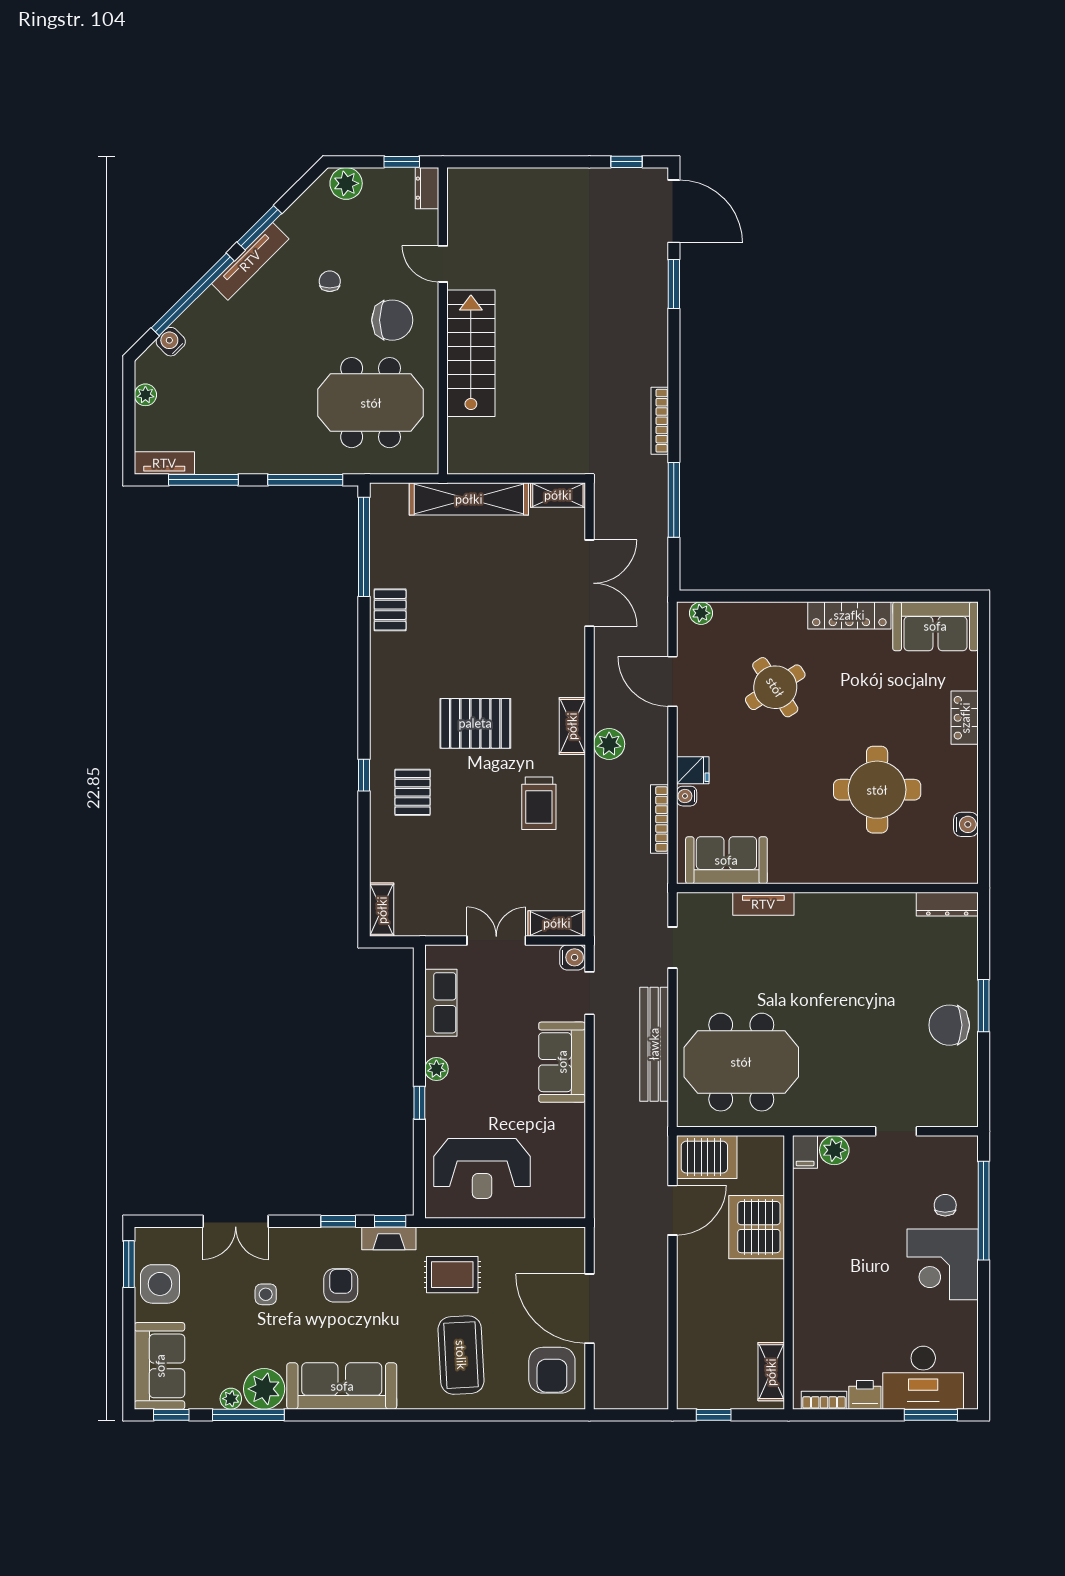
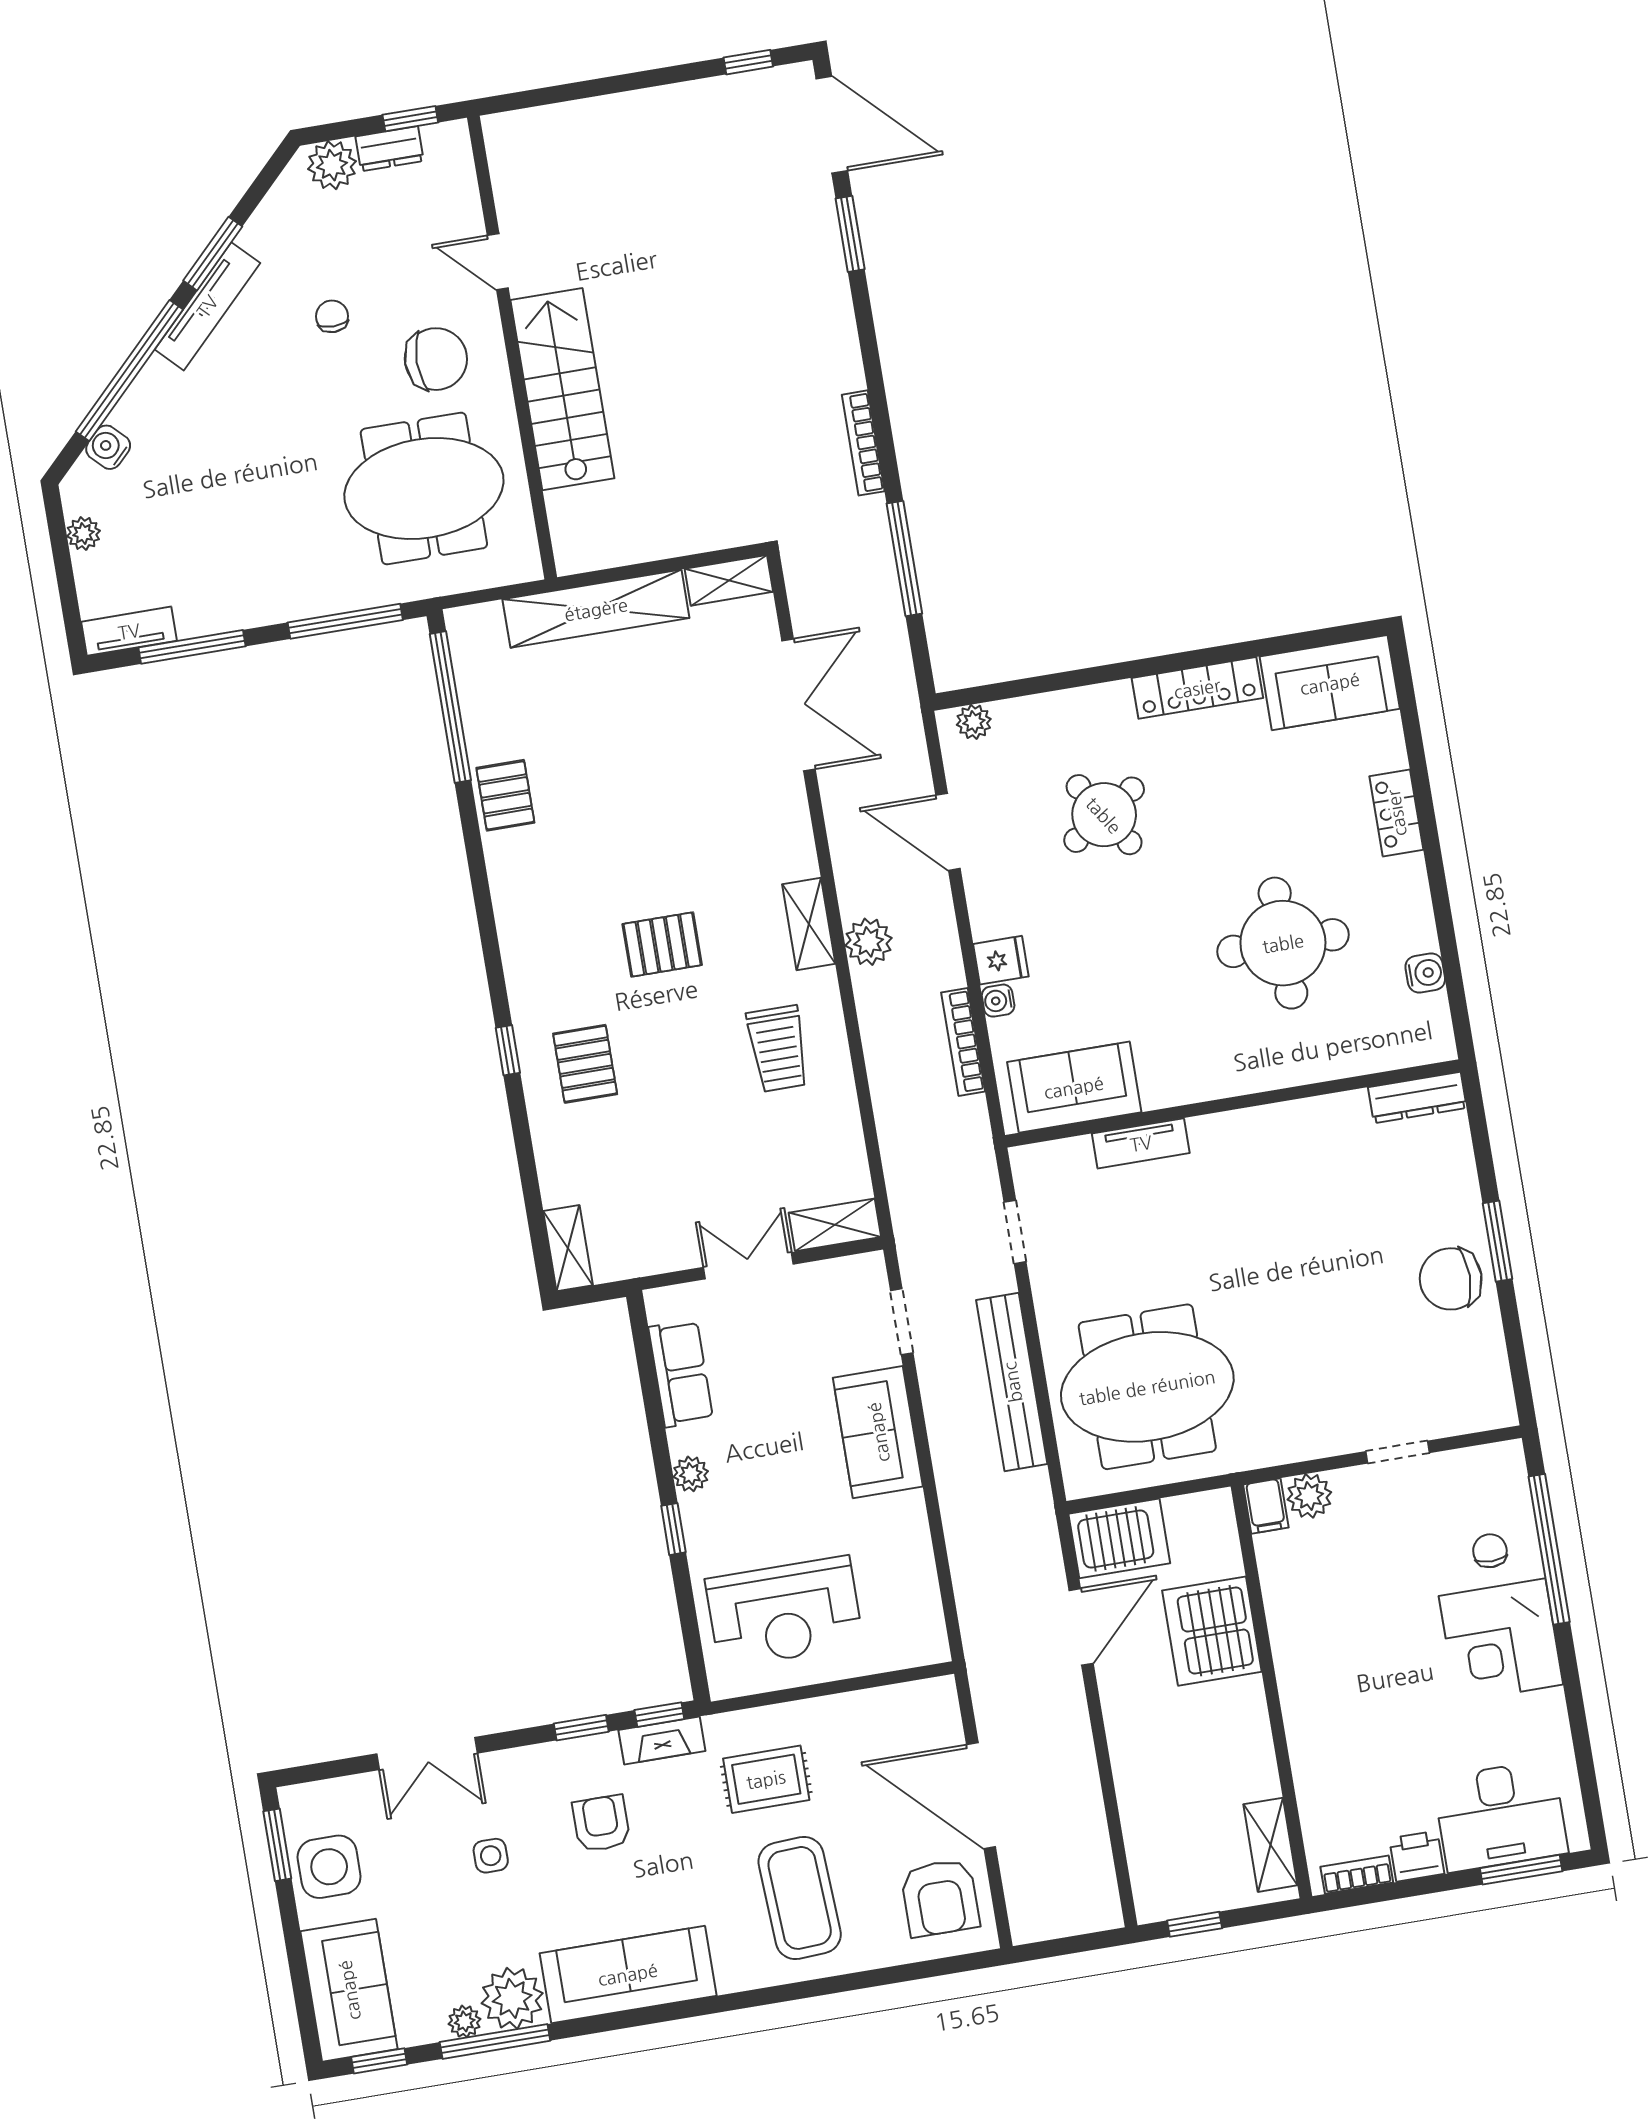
dresser: (427, 188) -> (390, 149), moved, turned -90
pallet: (475, 723) -> (662, 945), width x0.67, depth x0.71
water cooler: (573, 957) -> (867, 1272), removed

